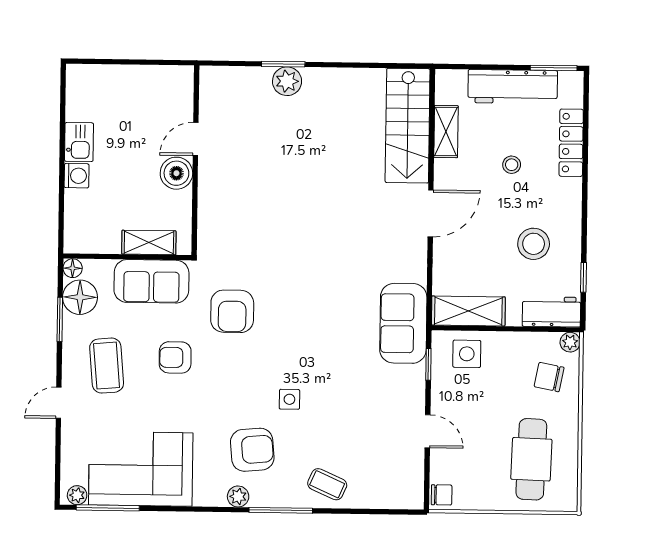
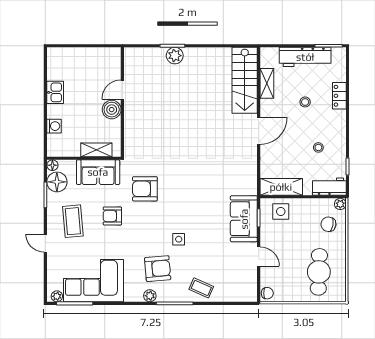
locker: (571, 143) -> (339, 96), width x0.66
washing machine: (77, 176) -> (54, 126), moved
stool: (534, 244) -> (318, 147), width x0.53, depth x0.53
armchair: (232, 311) -> (145, 189), turned 90
sofa: (403, 323) -> (244, 219), moved
door: (59, 403) -> (45, 243), hinge flipped

